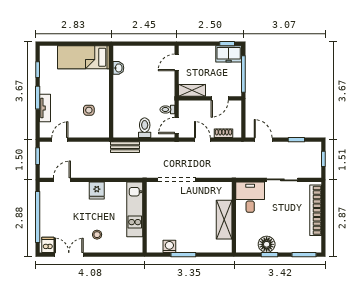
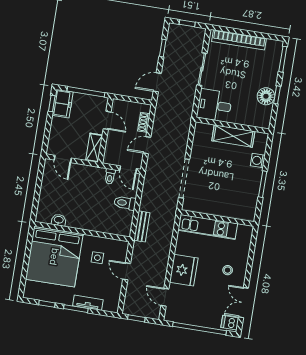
bed: (83, 57) -> (54, 257), width x2.04
door: (60, 140) -> (127, 271), moved
fridge: (97, 190) -> (184, 270), width x1.88, depth x1.34
washing machine: (169, 246) -> (258, 161), moved

